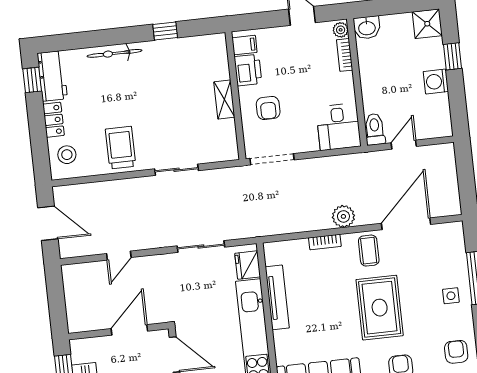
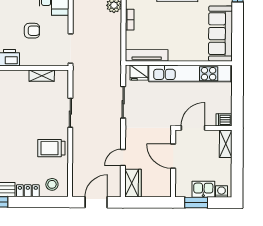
shelving: (224, 100) -> (42, 76), moved
armchair: (268, 108) -> (32, 31), moved
door: (119, 256) -> (123, 158), swing flipped
wardrobe: (83, 275) -> (133, 183), added
tv unit: (277, 297) -> (147, 55), moved

